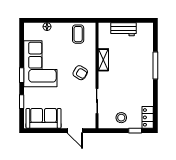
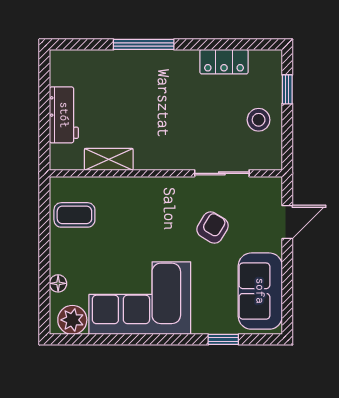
plant: (30, 33) -> (72, 320), added
shelving: (103, 60) -> (109, 159), moved
armchair: (80, 73) -> (213, 228), moved
window: (22, 75) -> (165, 339), removed
locker: (148, 117) -> (224, 62), moved

